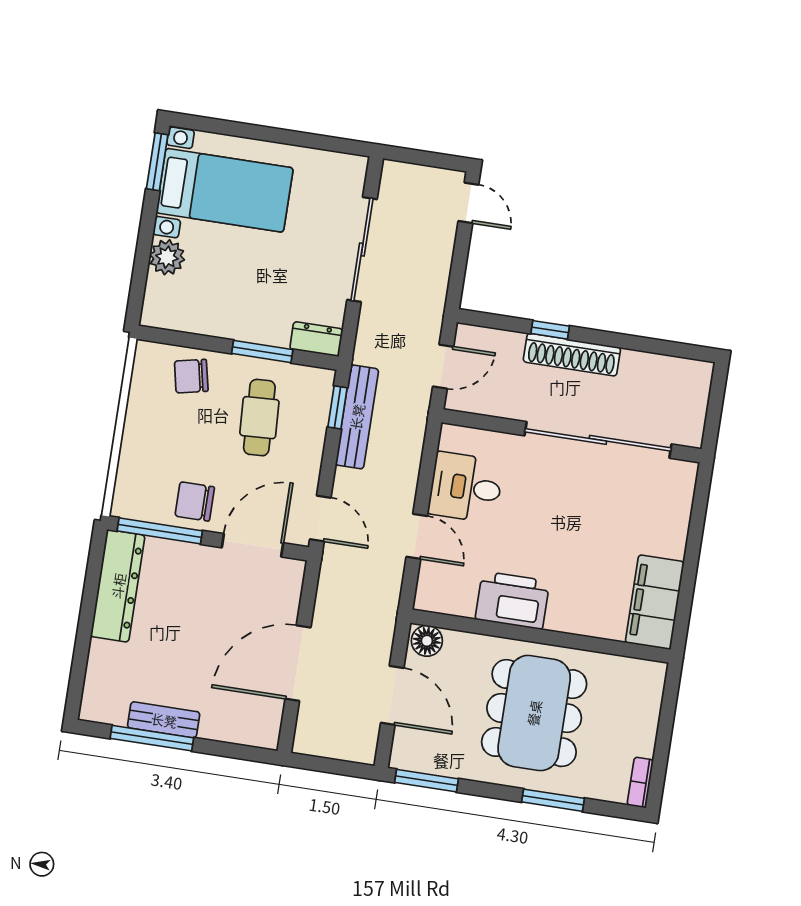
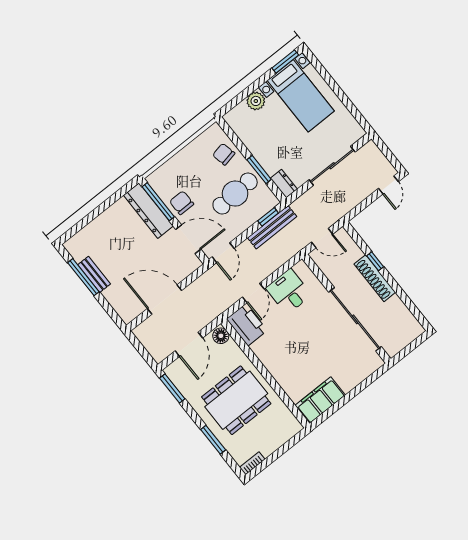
cafe table: (259, 418) -> (235, 194), width x1.37, depth x1.35
dresser: (118, 586) -> (148, 211), moved, turned 90
printer: (512, 600) -> (247, 325), moved

